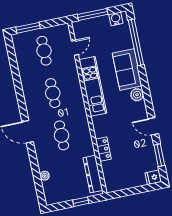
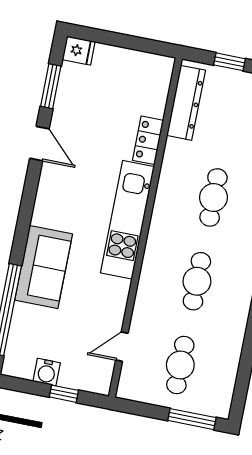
window: (93, 14) -> (64, 394), width x0.46
water cooler: (116, 19) -> (47, 372), moved
kitchen unit: (93, 86) -> (127, 220), moved
plant: (137, 95) -> (45, 213), removed

